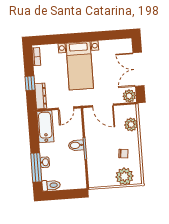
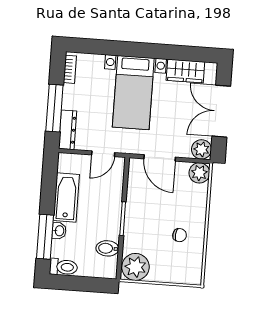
wardrobe: (111, 47) -> (185, 71), added
window: (30, 83) -> (54, 108), width x2.17
plant: (131, 125) -> (199, 173), moved
bathtub: (45, 127) -> (66, 198), moved
bidet: (76, 145) -> (107, 248), moved
plant: (124, 176) -> (135, 267), moved

